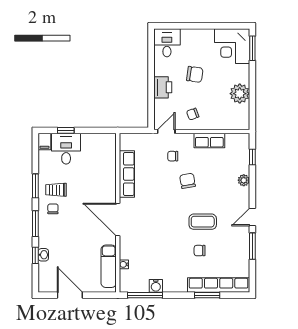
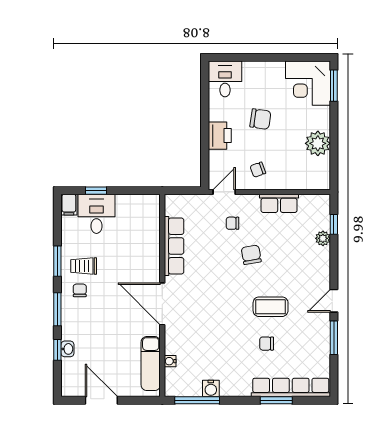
plant: (244, 180) -> (323, 238), moved

